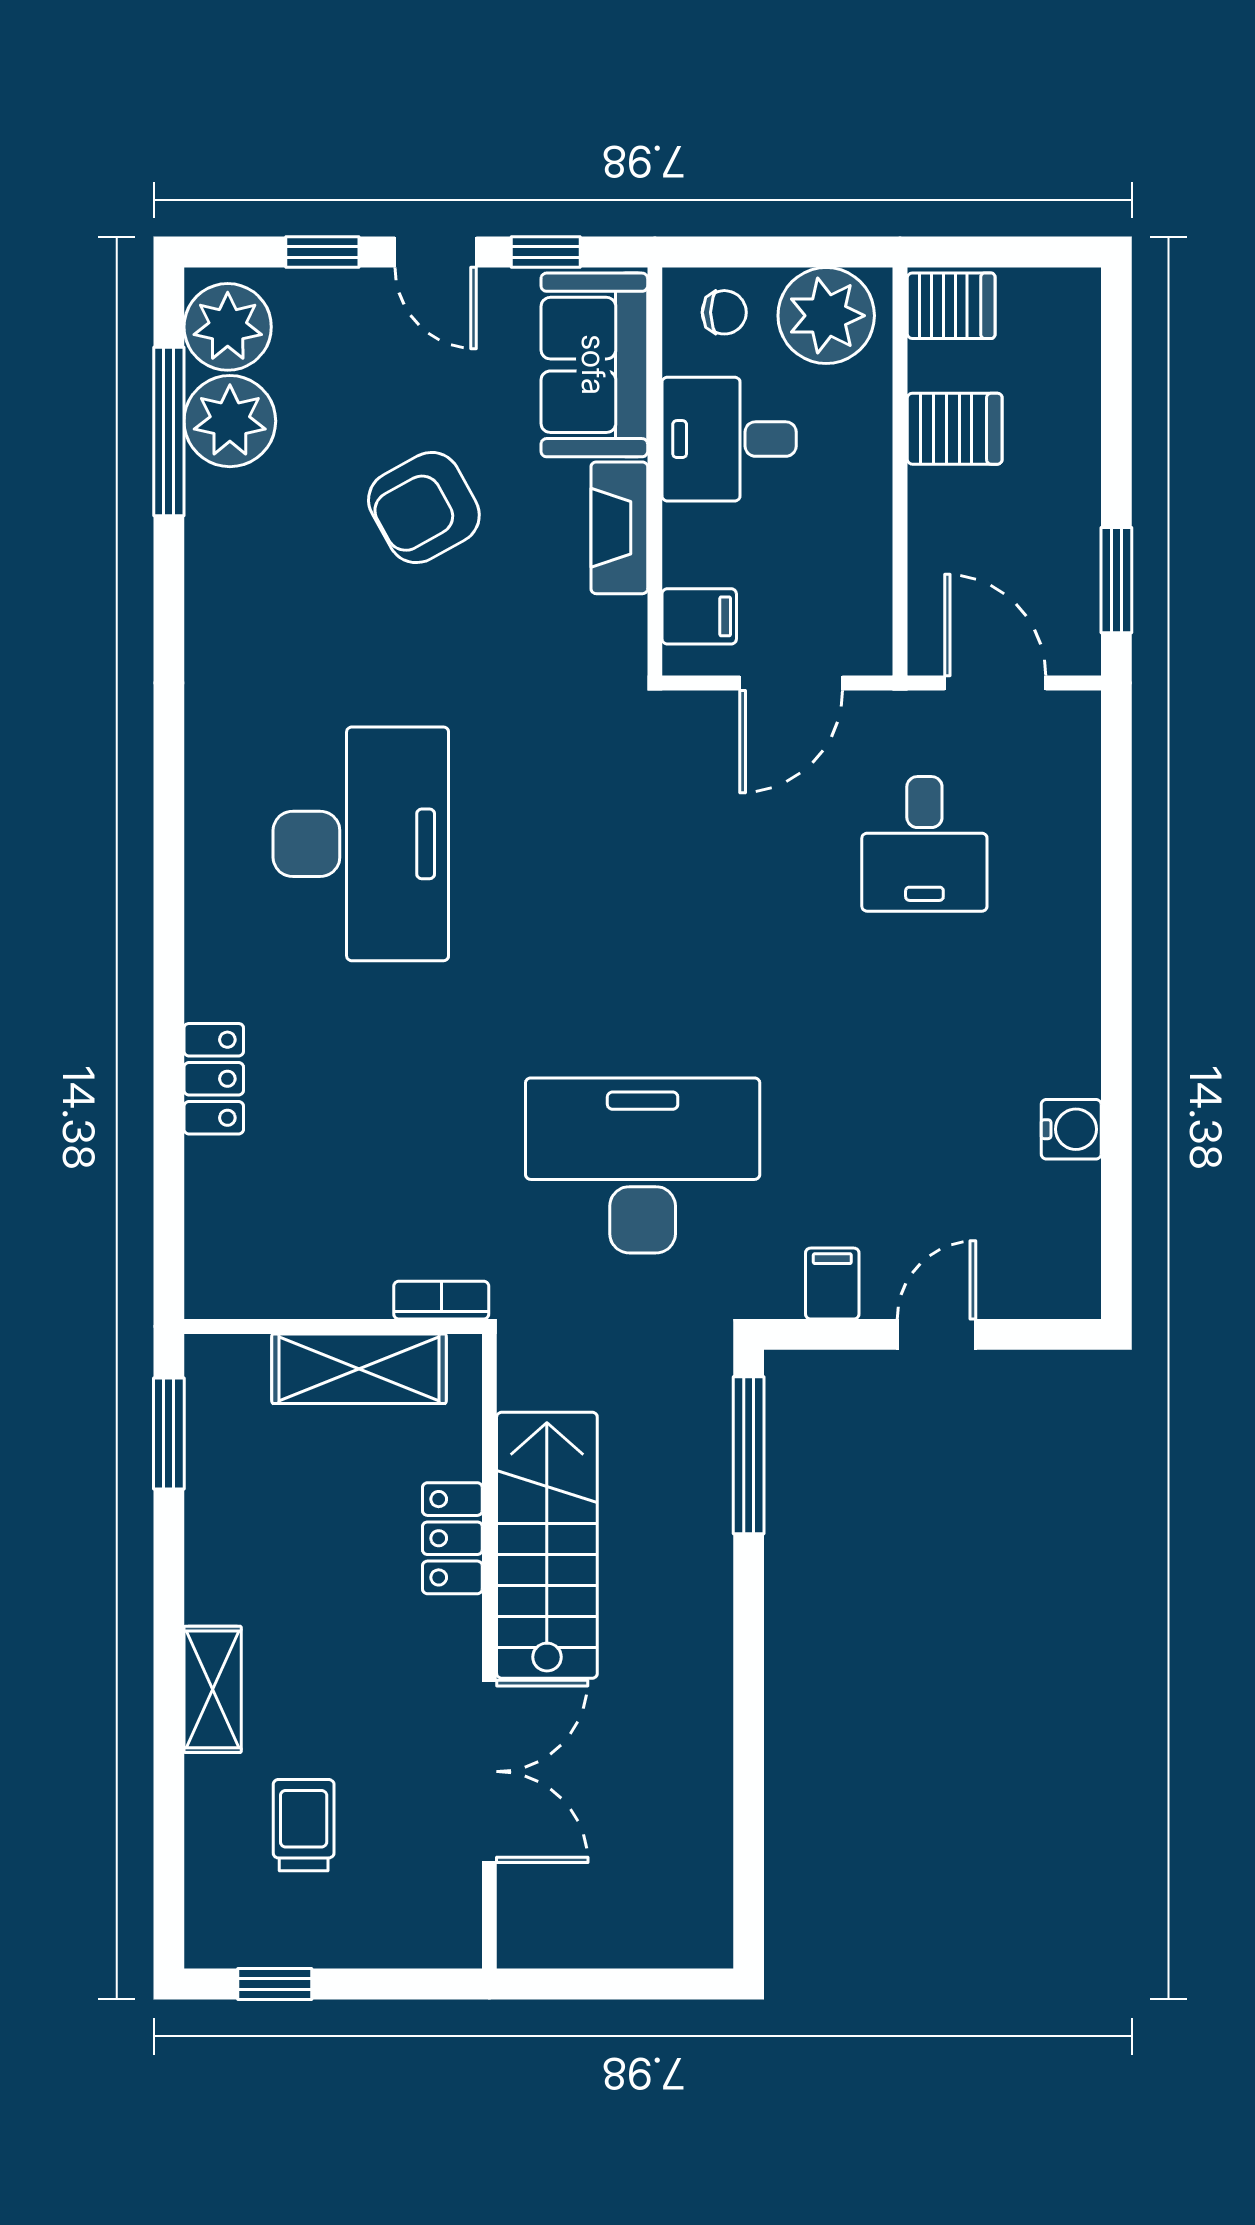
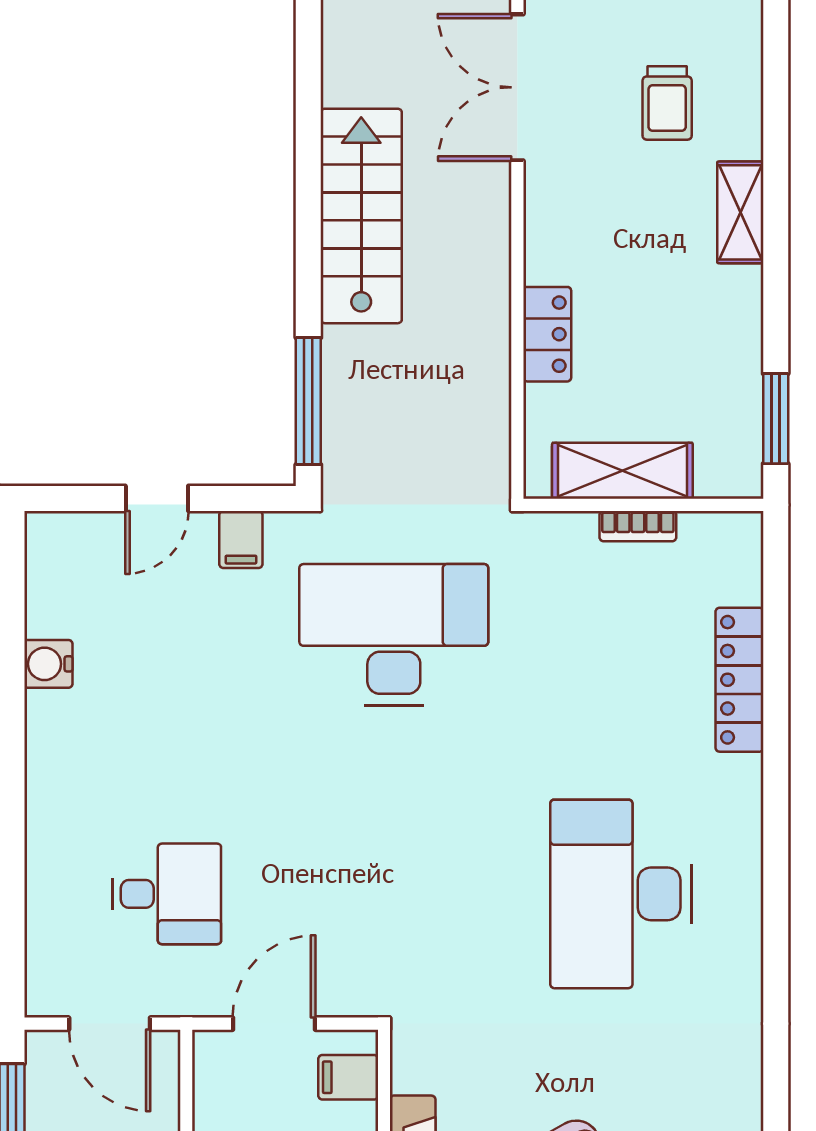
desk: (924, 844) -> (167, 894), turned 90
locker: (214, 1079) -> (740, 680), width x1.53
desk: (643, 1165) -> (394, 635), turned 180
bookcase: (441, 1300) -> (638, 526), moved
stairs: (547, 1545) -> (361, 216), moved, turned 180
double door: (489, 1771) -> (517, 87), moved

